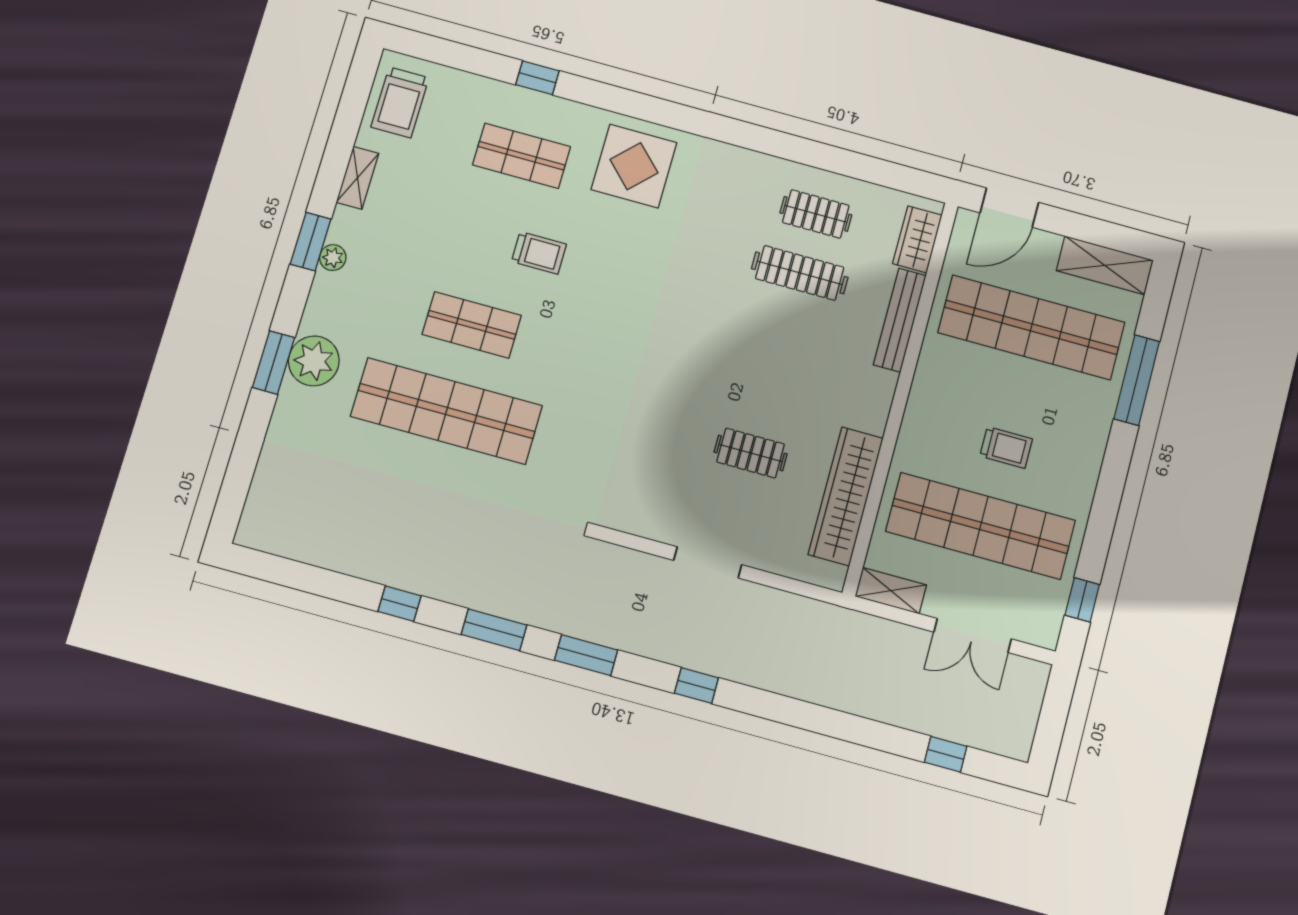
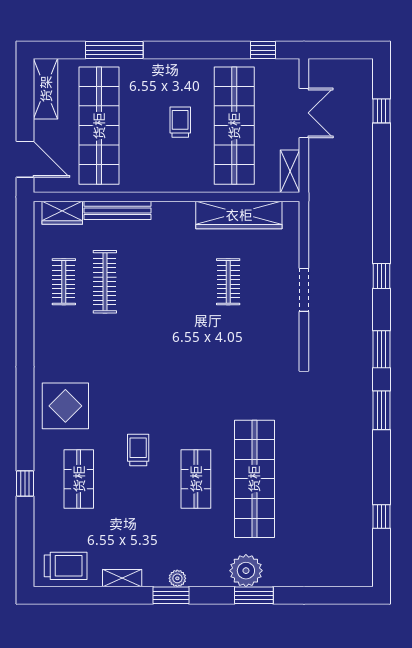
window: (399, 604) -> (382, 517), moved

